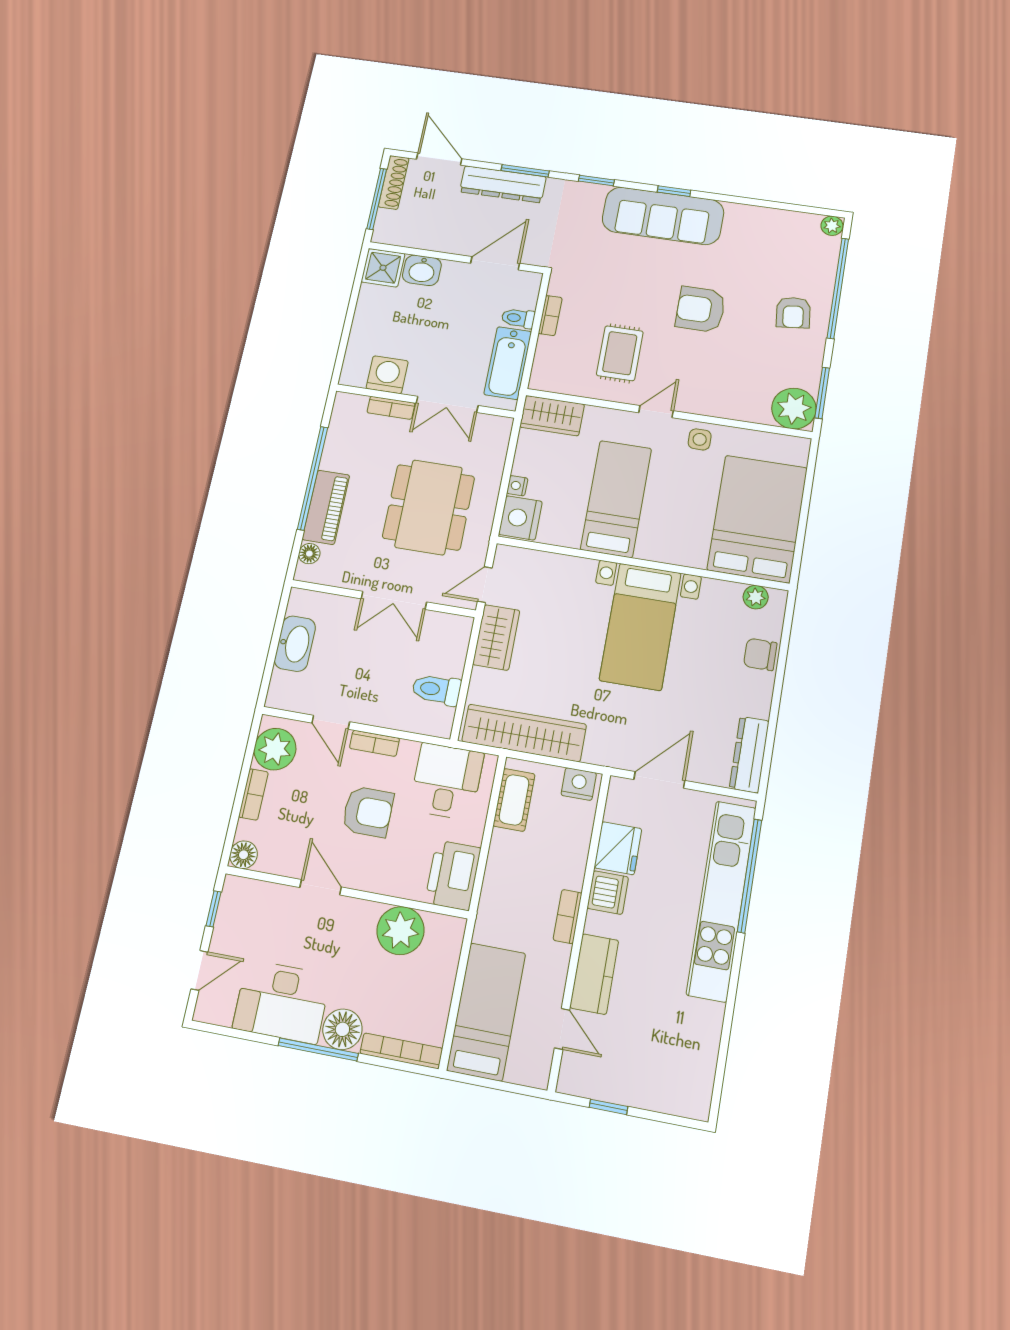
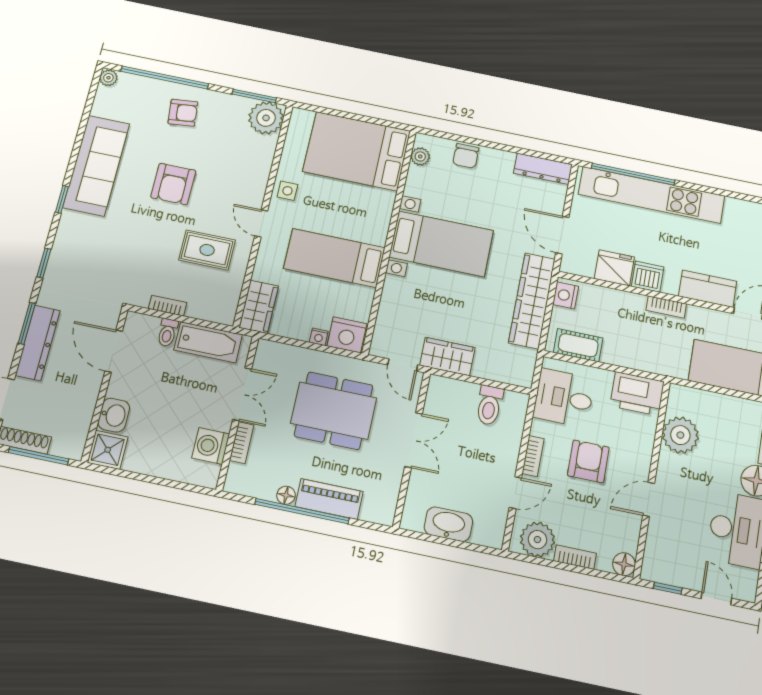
sofa: (663, 216) -> (96, 165), moved
floor lamp: (309, 554) -> (286, 495), moved
wardrobe: (524, 733) -> (532, 301), moved

